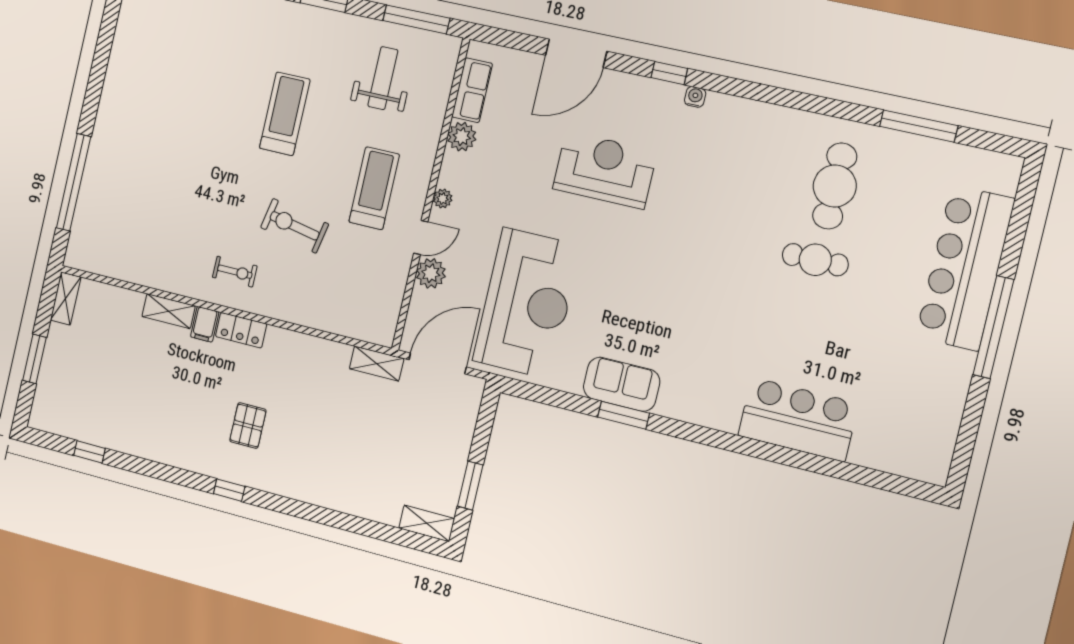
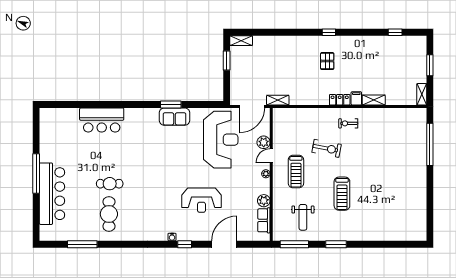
reception desk: (527, 303) -> (221, 140), turned 180

